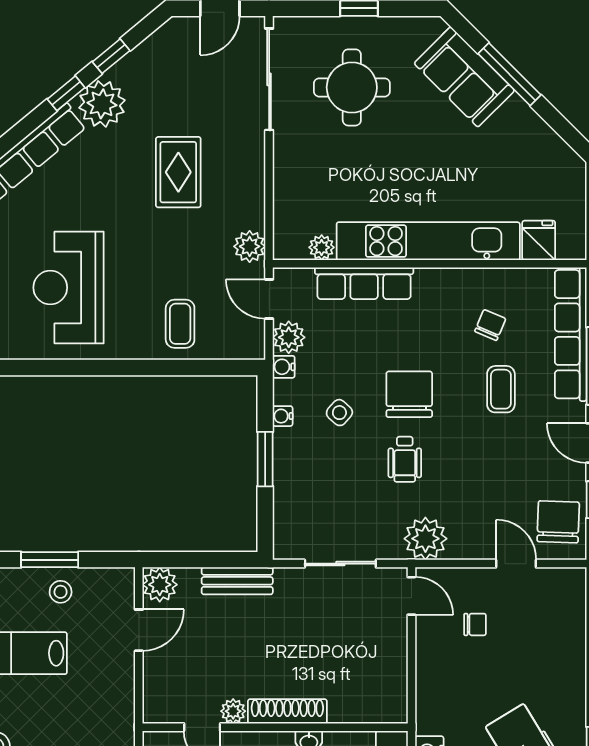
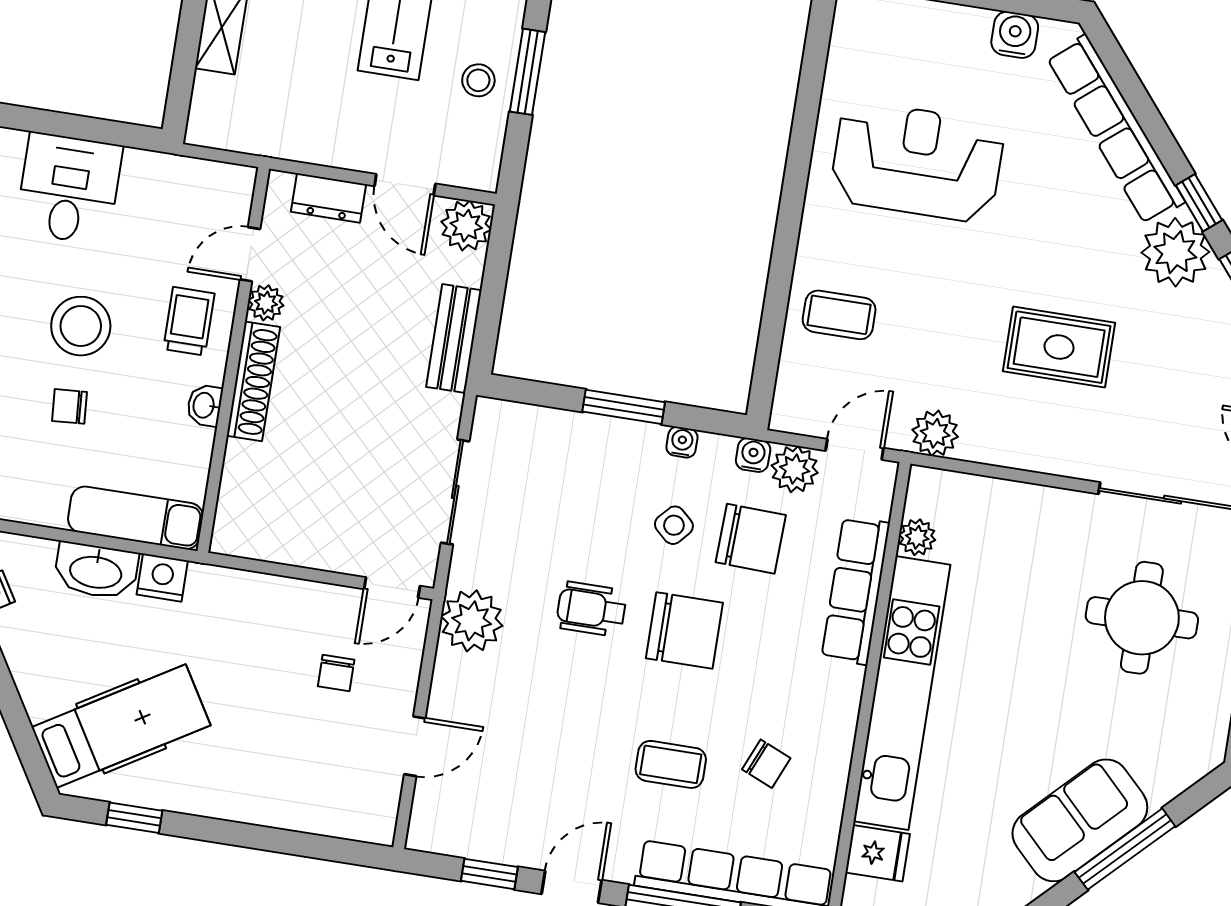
sofa: (464, 77) -> (1080, 820), moved
chair: (558, 522) -> (751, 539), moved
dresser: (156, 680) -> (329, 198), added

